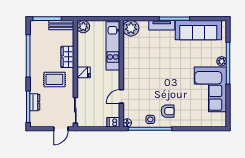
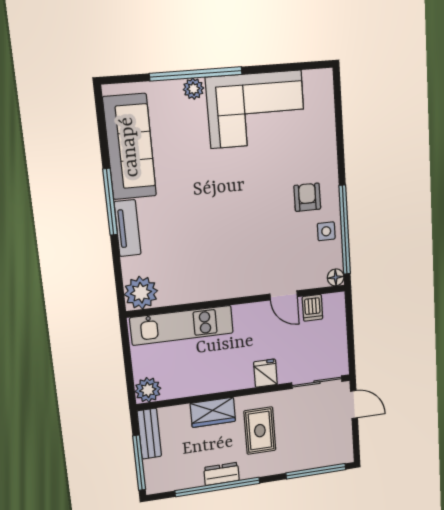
fridge: (84, 72) -> (265, 373), moved
dresser: (35, 102) -> (222, 474), moved
dishwasher: (113, 122) -> (312, 308), moved

